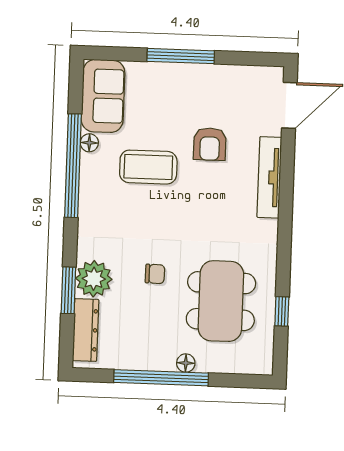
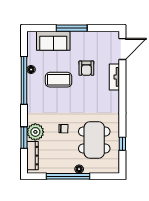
sofa: (103, 96) -> (53, 41), moved, turned 90
tv unit: (269, 177) -> (114, 77), width x0.71

